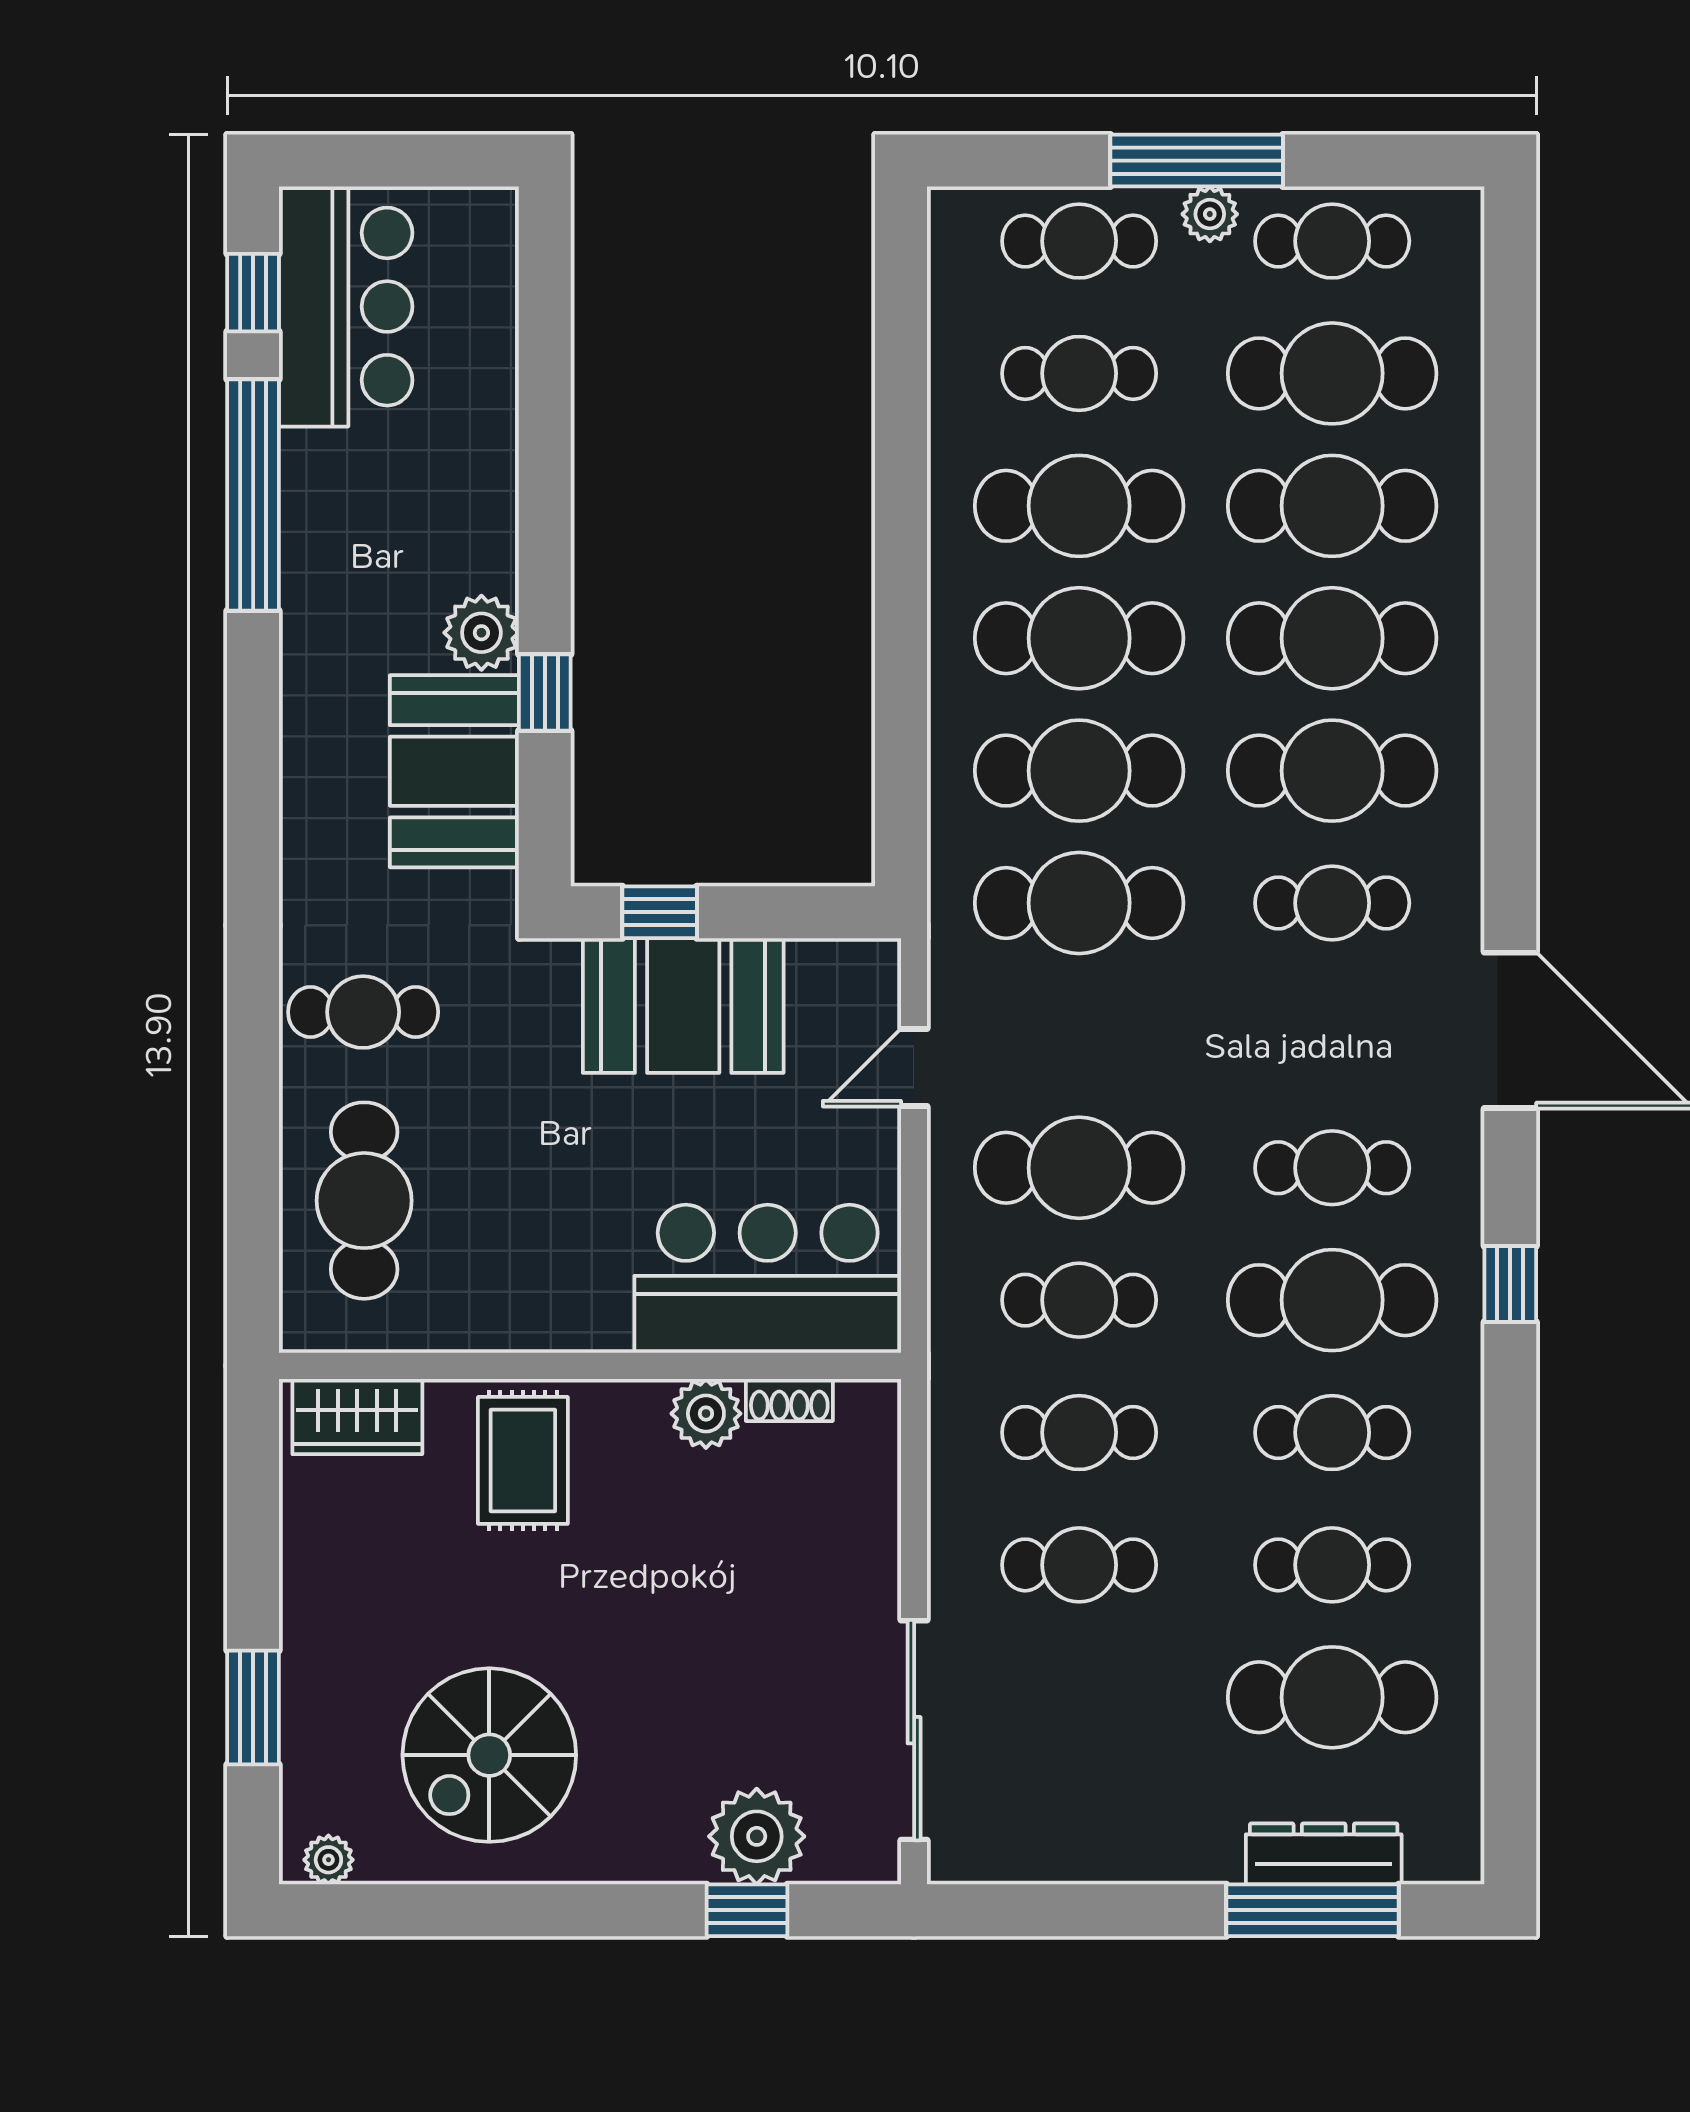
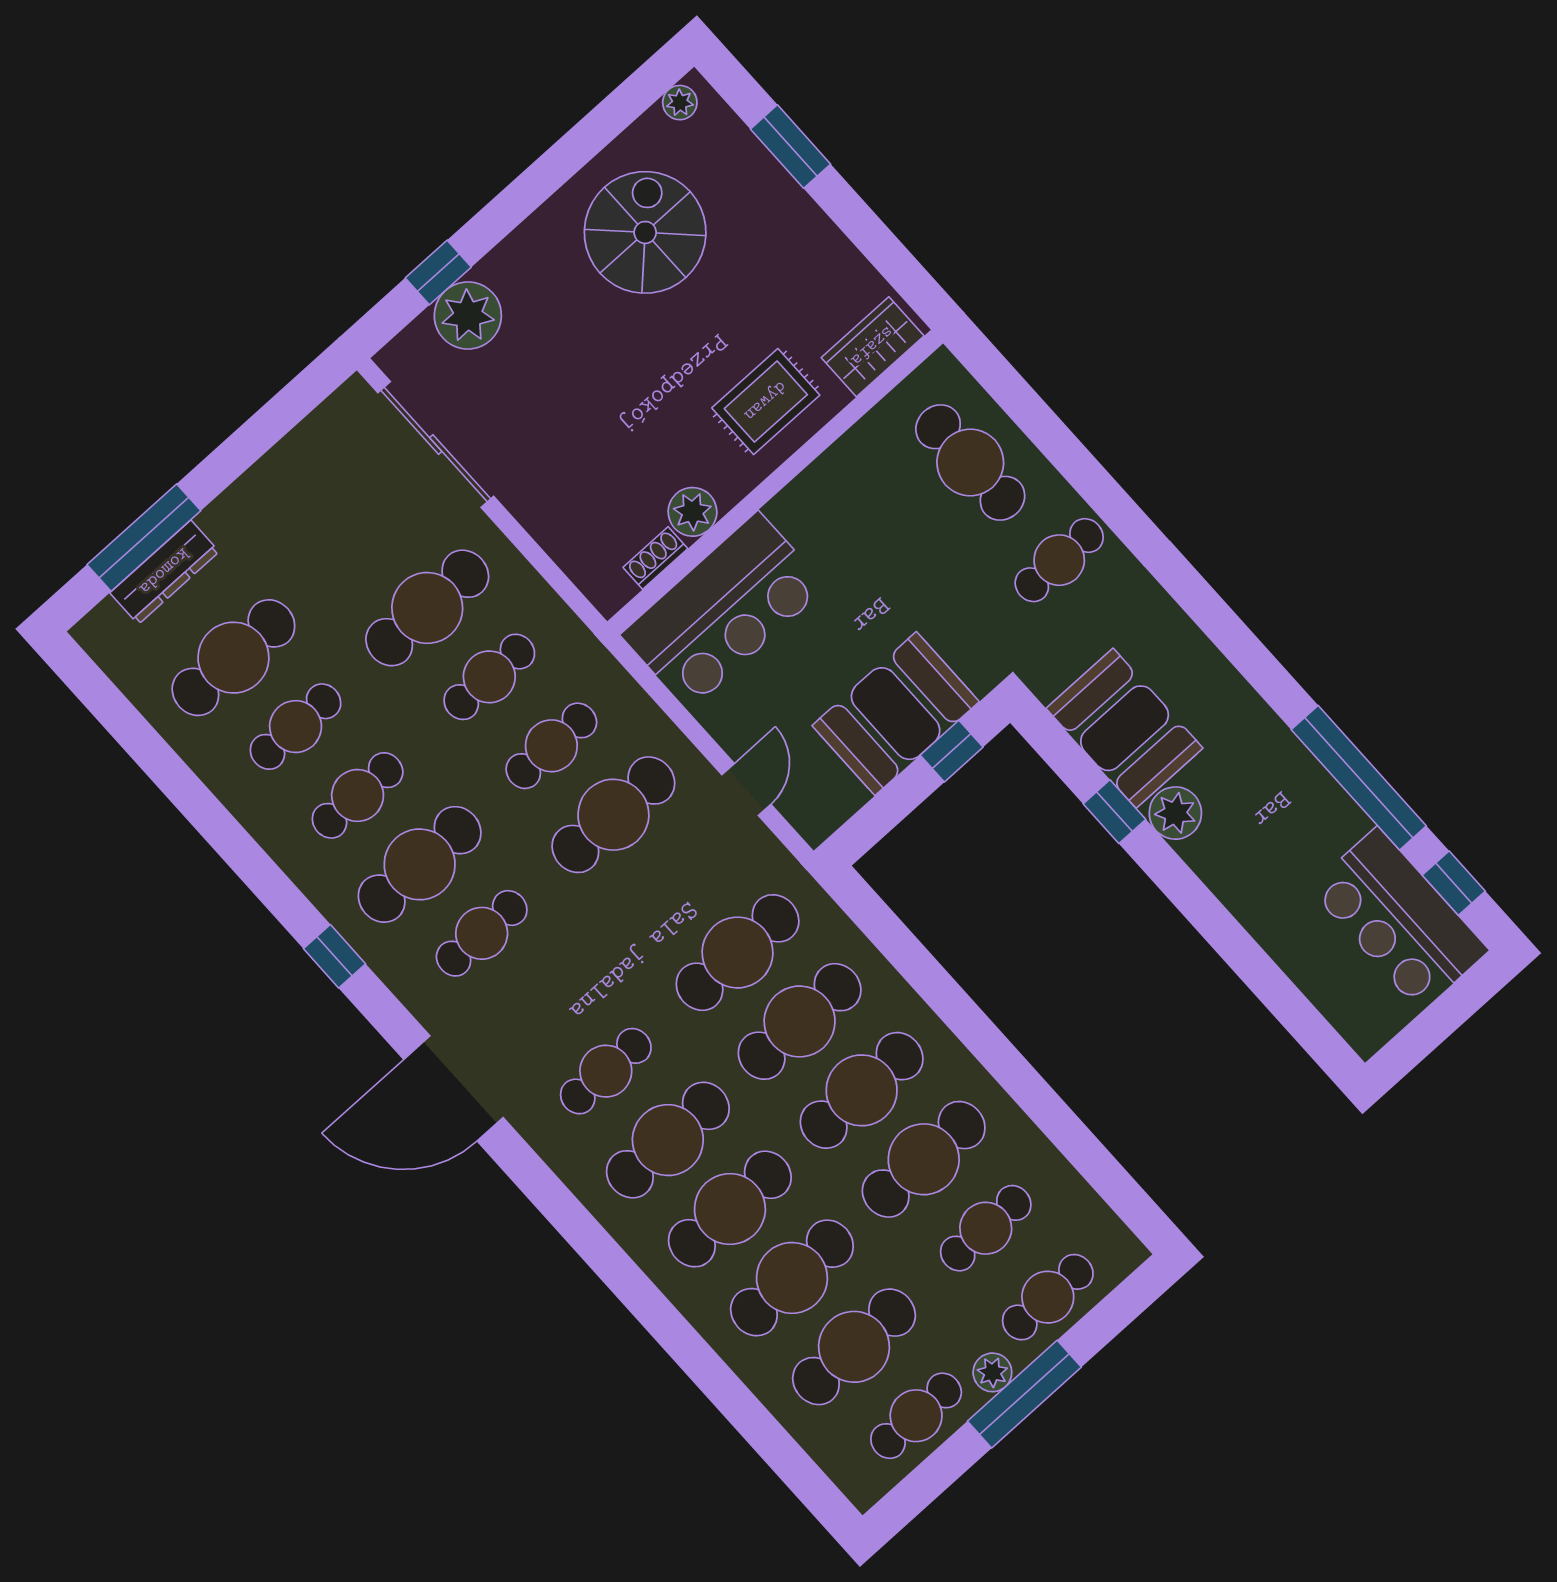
rug: (523, 1460) -> (766, 402), turned 90
cafe table: (1079, 1565) -> (427, 608), width x1.37, depth x1.35

